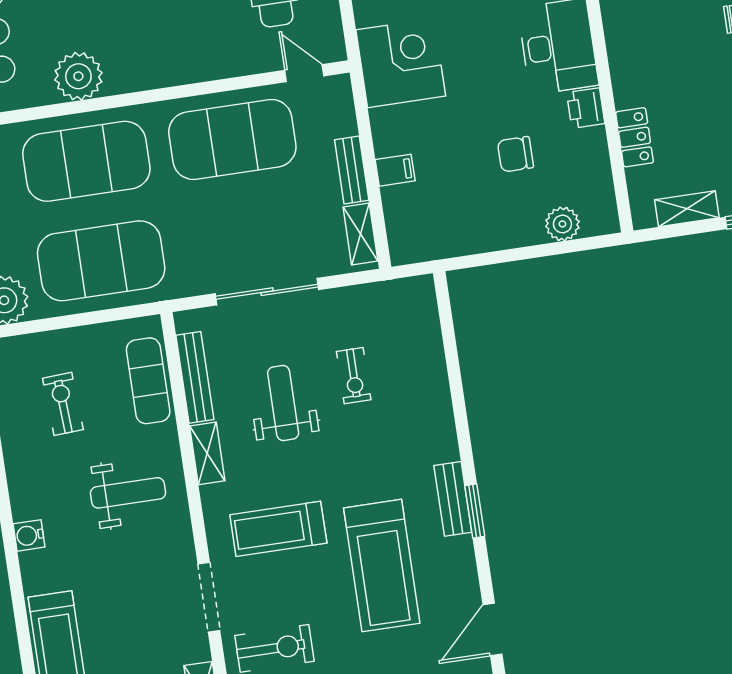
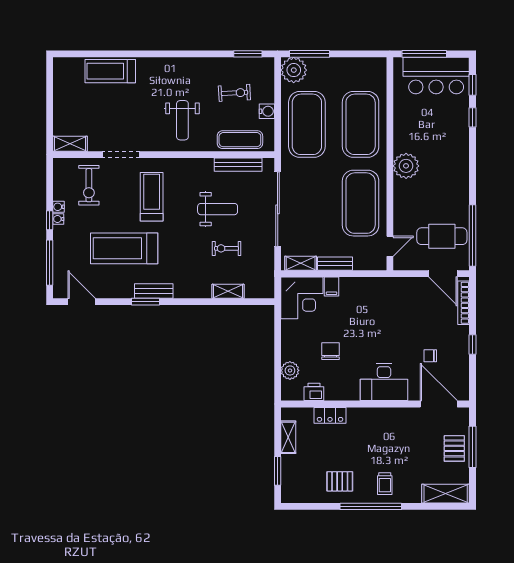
corner desk: (401, 63) -> (302, 298), moved
plant: (78, 76) -> (406, 166), moved
printer: (586, 108) -> (314, 392), moved
sliding door: (267, 292) -> (278, 209), width x1.36
shelving: (207, 453) -> (228, 291), moved
water cooler: (29, 535) -> (267, 111), moved, turned 90

